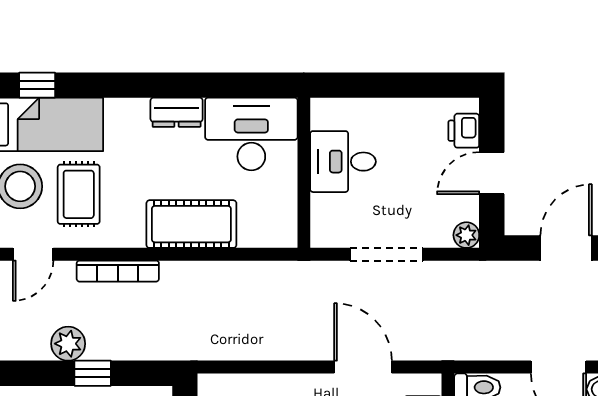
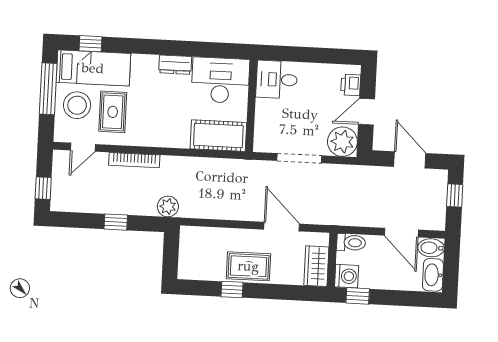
desk: (343, 162) -> (277, 80), moved
cot: (191, 224) -> (218, 136), moved
plant: (466, 235) -> (342, 142), width x1.87, depth x1.87
door: (566, 248) -> (410, 160), hinge flipped
plant: (68, 344) -> (168, 206), moved

